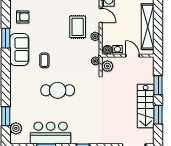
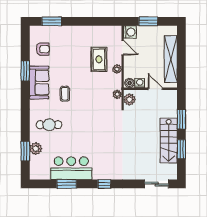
cafe table: (58, 90) -> (49, 125), moved, width x0.73, depth x0.74
plant: (16, 128) -> (36, 149), moved

